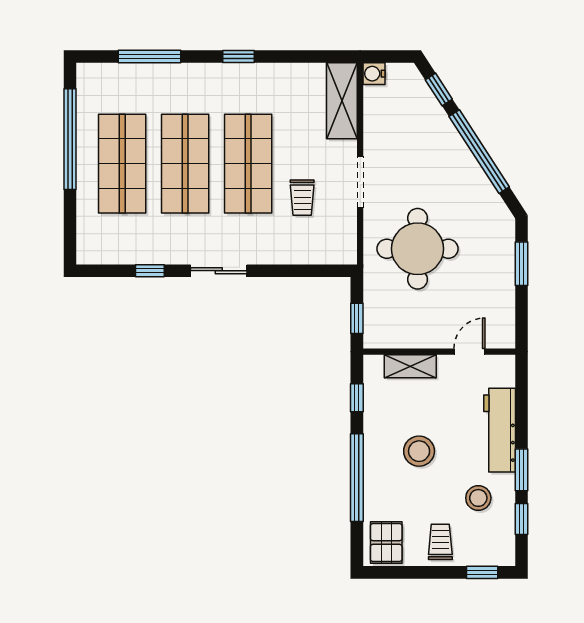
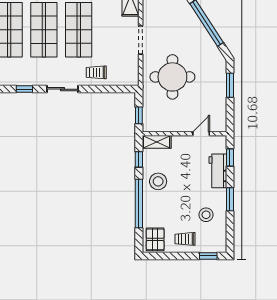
trolley: (302, 198) -> (96, 72), moved, turned 90
shelving: (410, 366) -> (157, 142), moved
workbench: (500, 430) -> (218, 171), width x0.73
stool: (419, 451) -> (158, 181), moved
window: (522, 519) -> (230, 158), moved
trolley: (440, 542) -> (185, 239), turned -90

